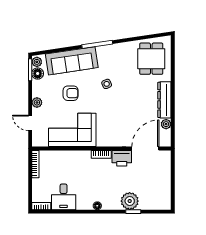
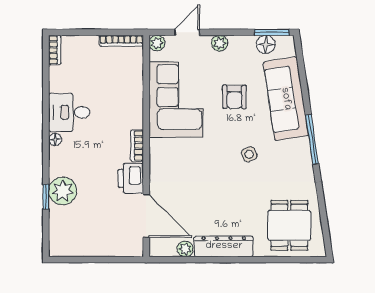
dining table: (151, 59) -> (289, 225), turned 90
plant: (37, 62) -> (157, 43), moved
desk: (64, 197) -> (69, 112), moved

